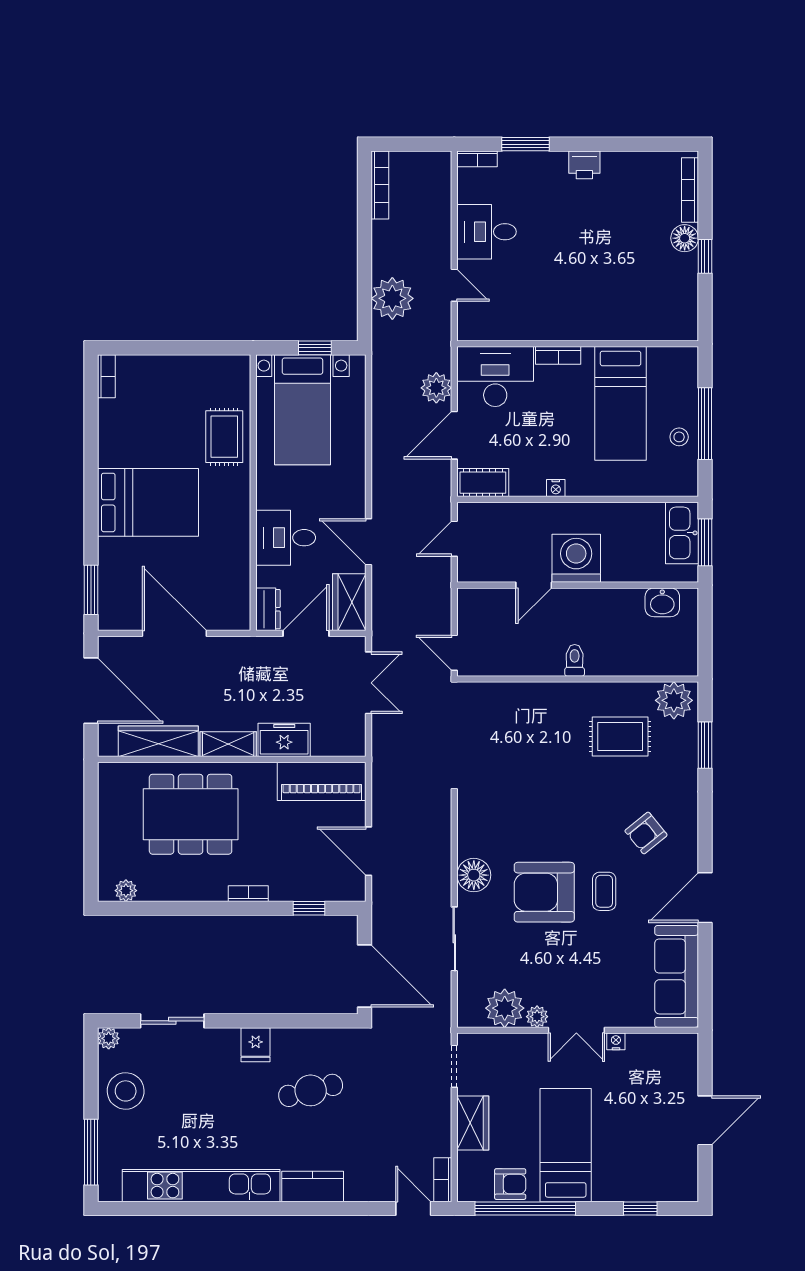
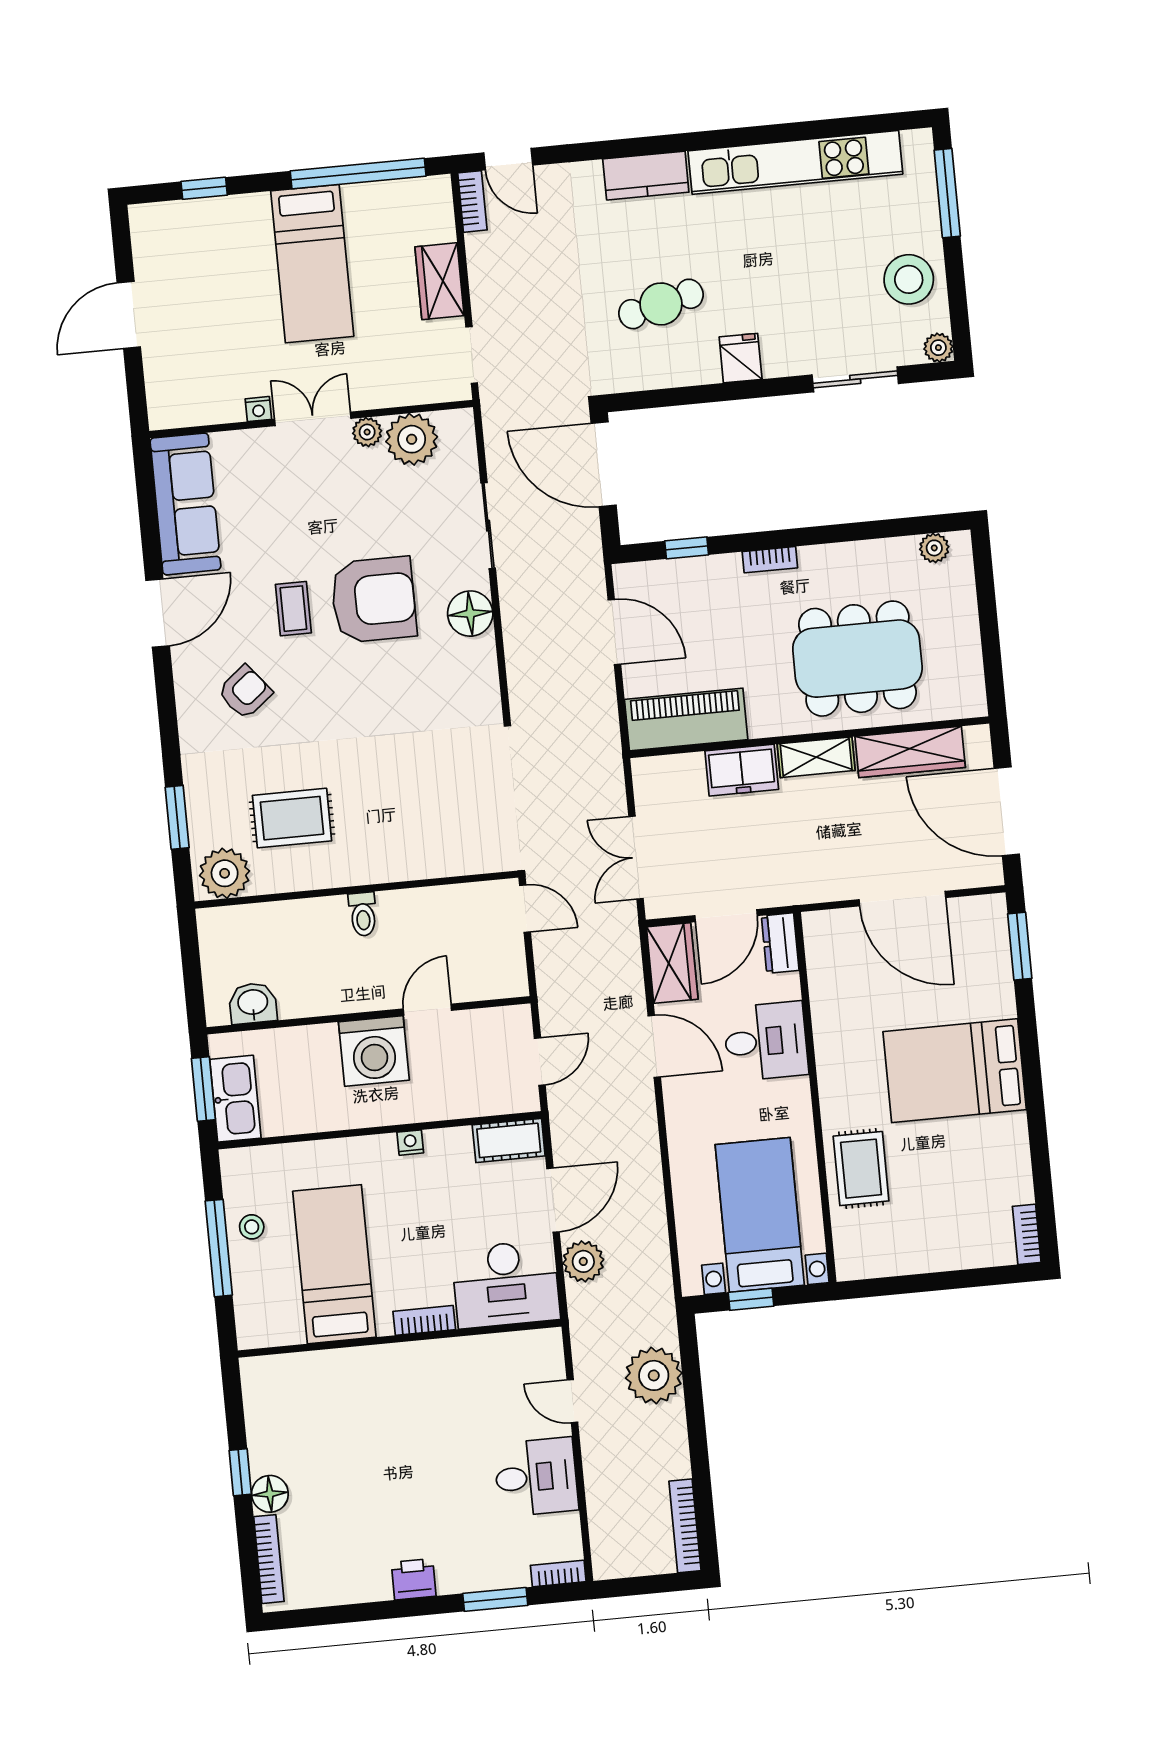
armchair: (510, 1184) -> (382, 204), removed

